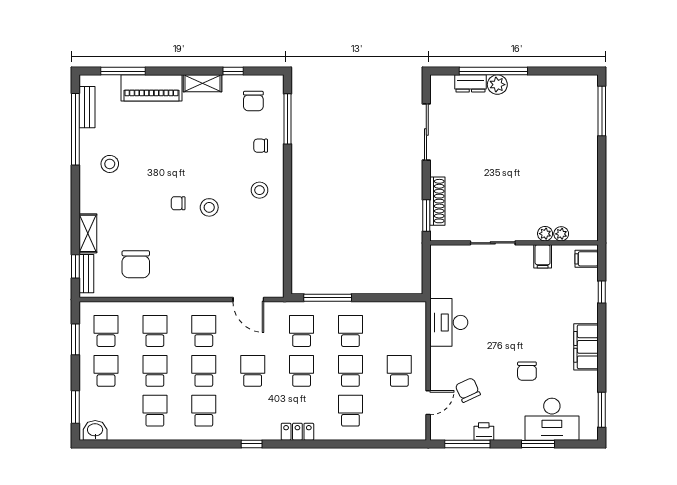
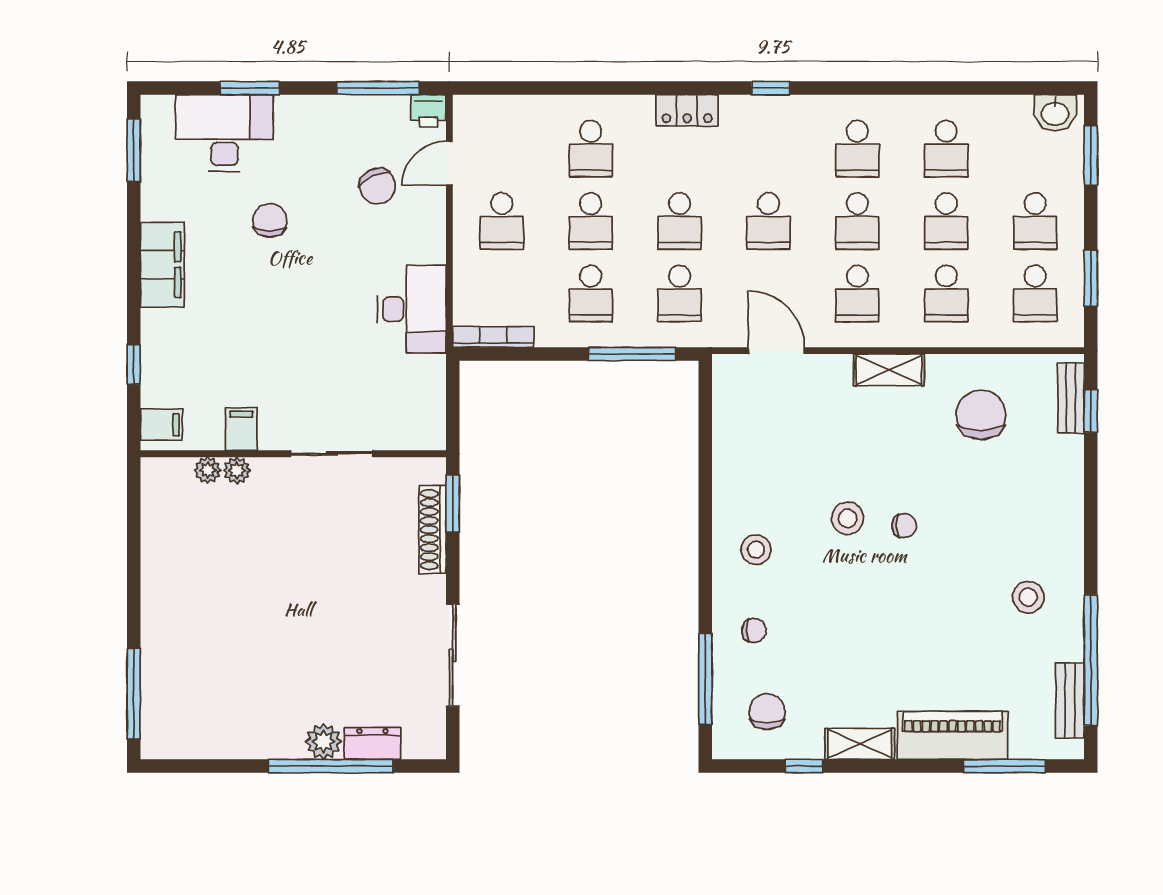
shelving: (88, 233) -> (889, 370), moved, turned 90
bookcase: (404, 307) -> (493, 337), added
printer: (484, 431) -> (428, 111), moved

